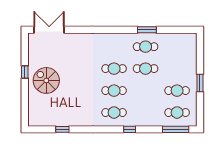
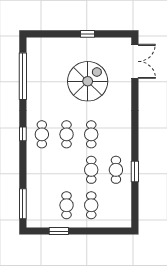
spiral stairs: (46, 80) -> (88, 81), moved, width x1.37, depth x1.37
window: (200, 83) -> (59, 231), moved
cafe table: (177, 113) -> (91, 205), moved
window: (62, 129) -> (23, 76), width x3.17
window: (130, 129) -> (23, 134), moved

